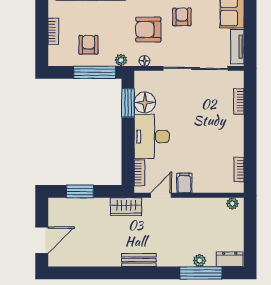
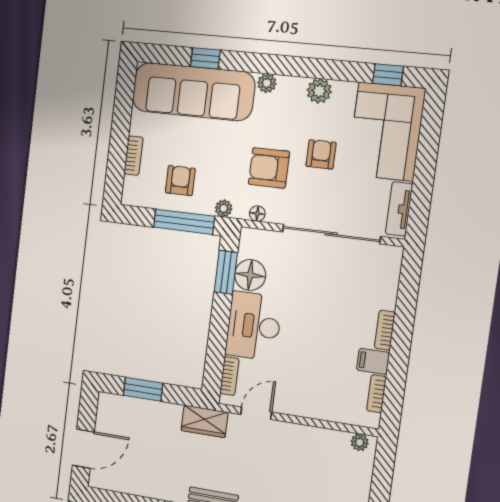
bookcase: (239, 101) -> (385, 330), moved
filing cabinet: (184, 183) -> (373, 361), moved, turned -90

